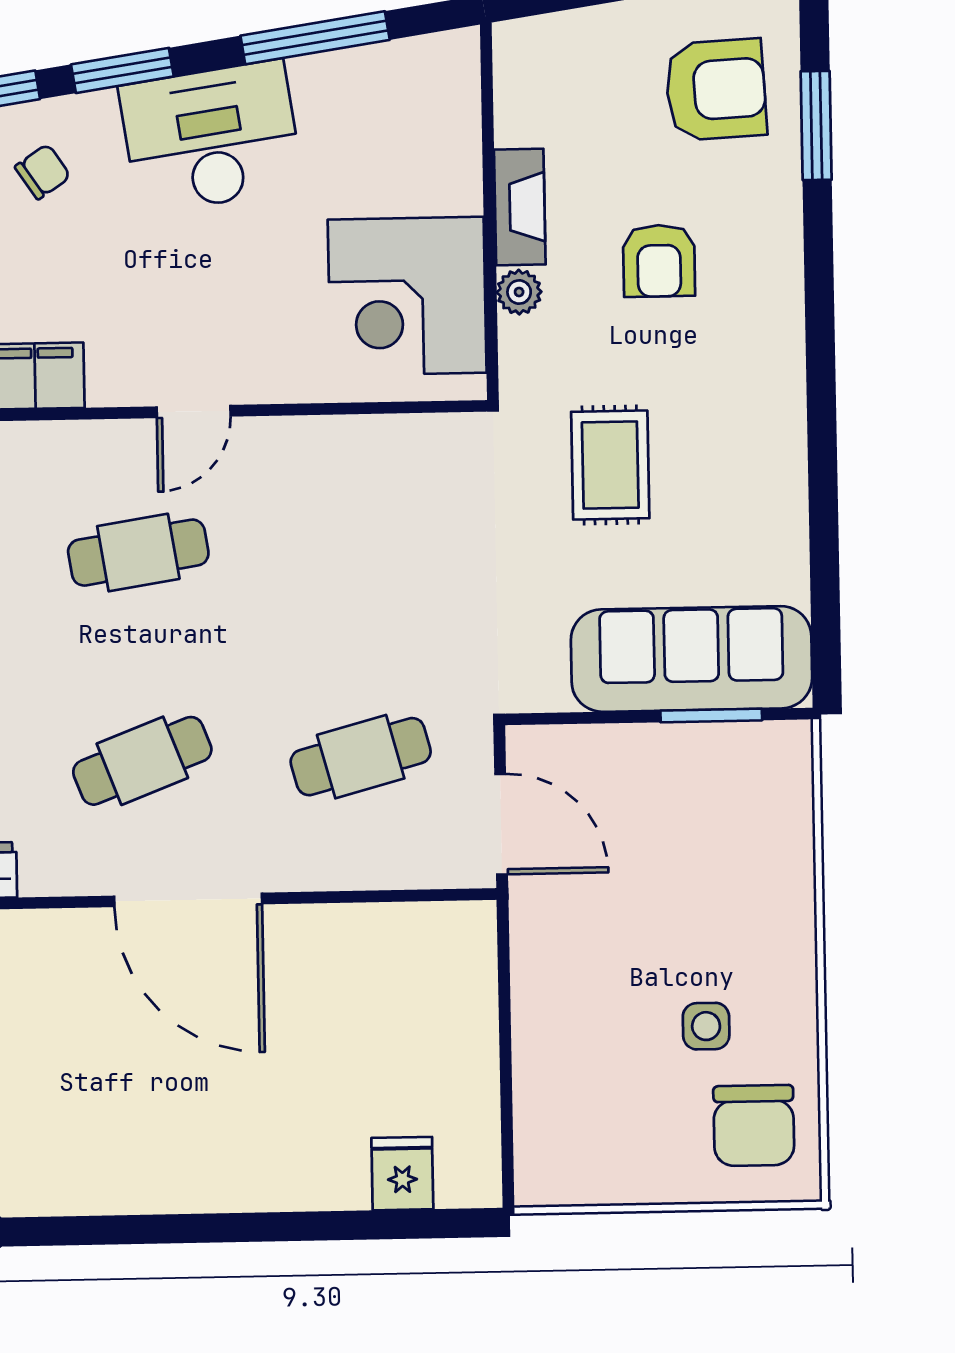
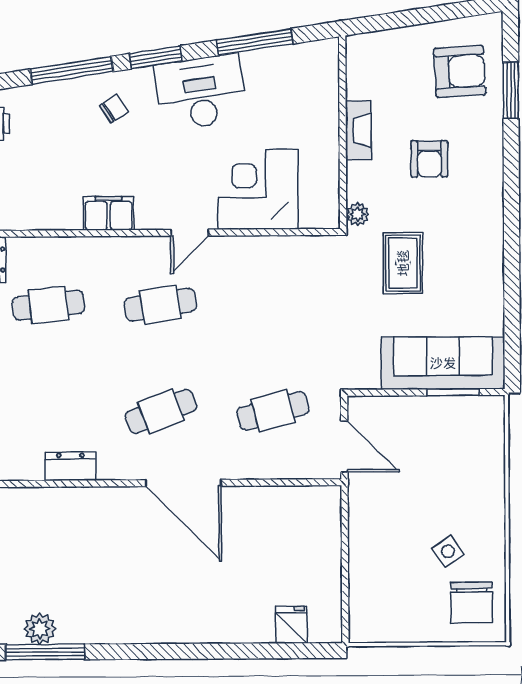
plant: (519, 292) -> (358, 214), moved
corner desk: (407, 296) -> (258, 189), moved, turned 90
side table: (706, 1026) -> (448, 551), turned -34

